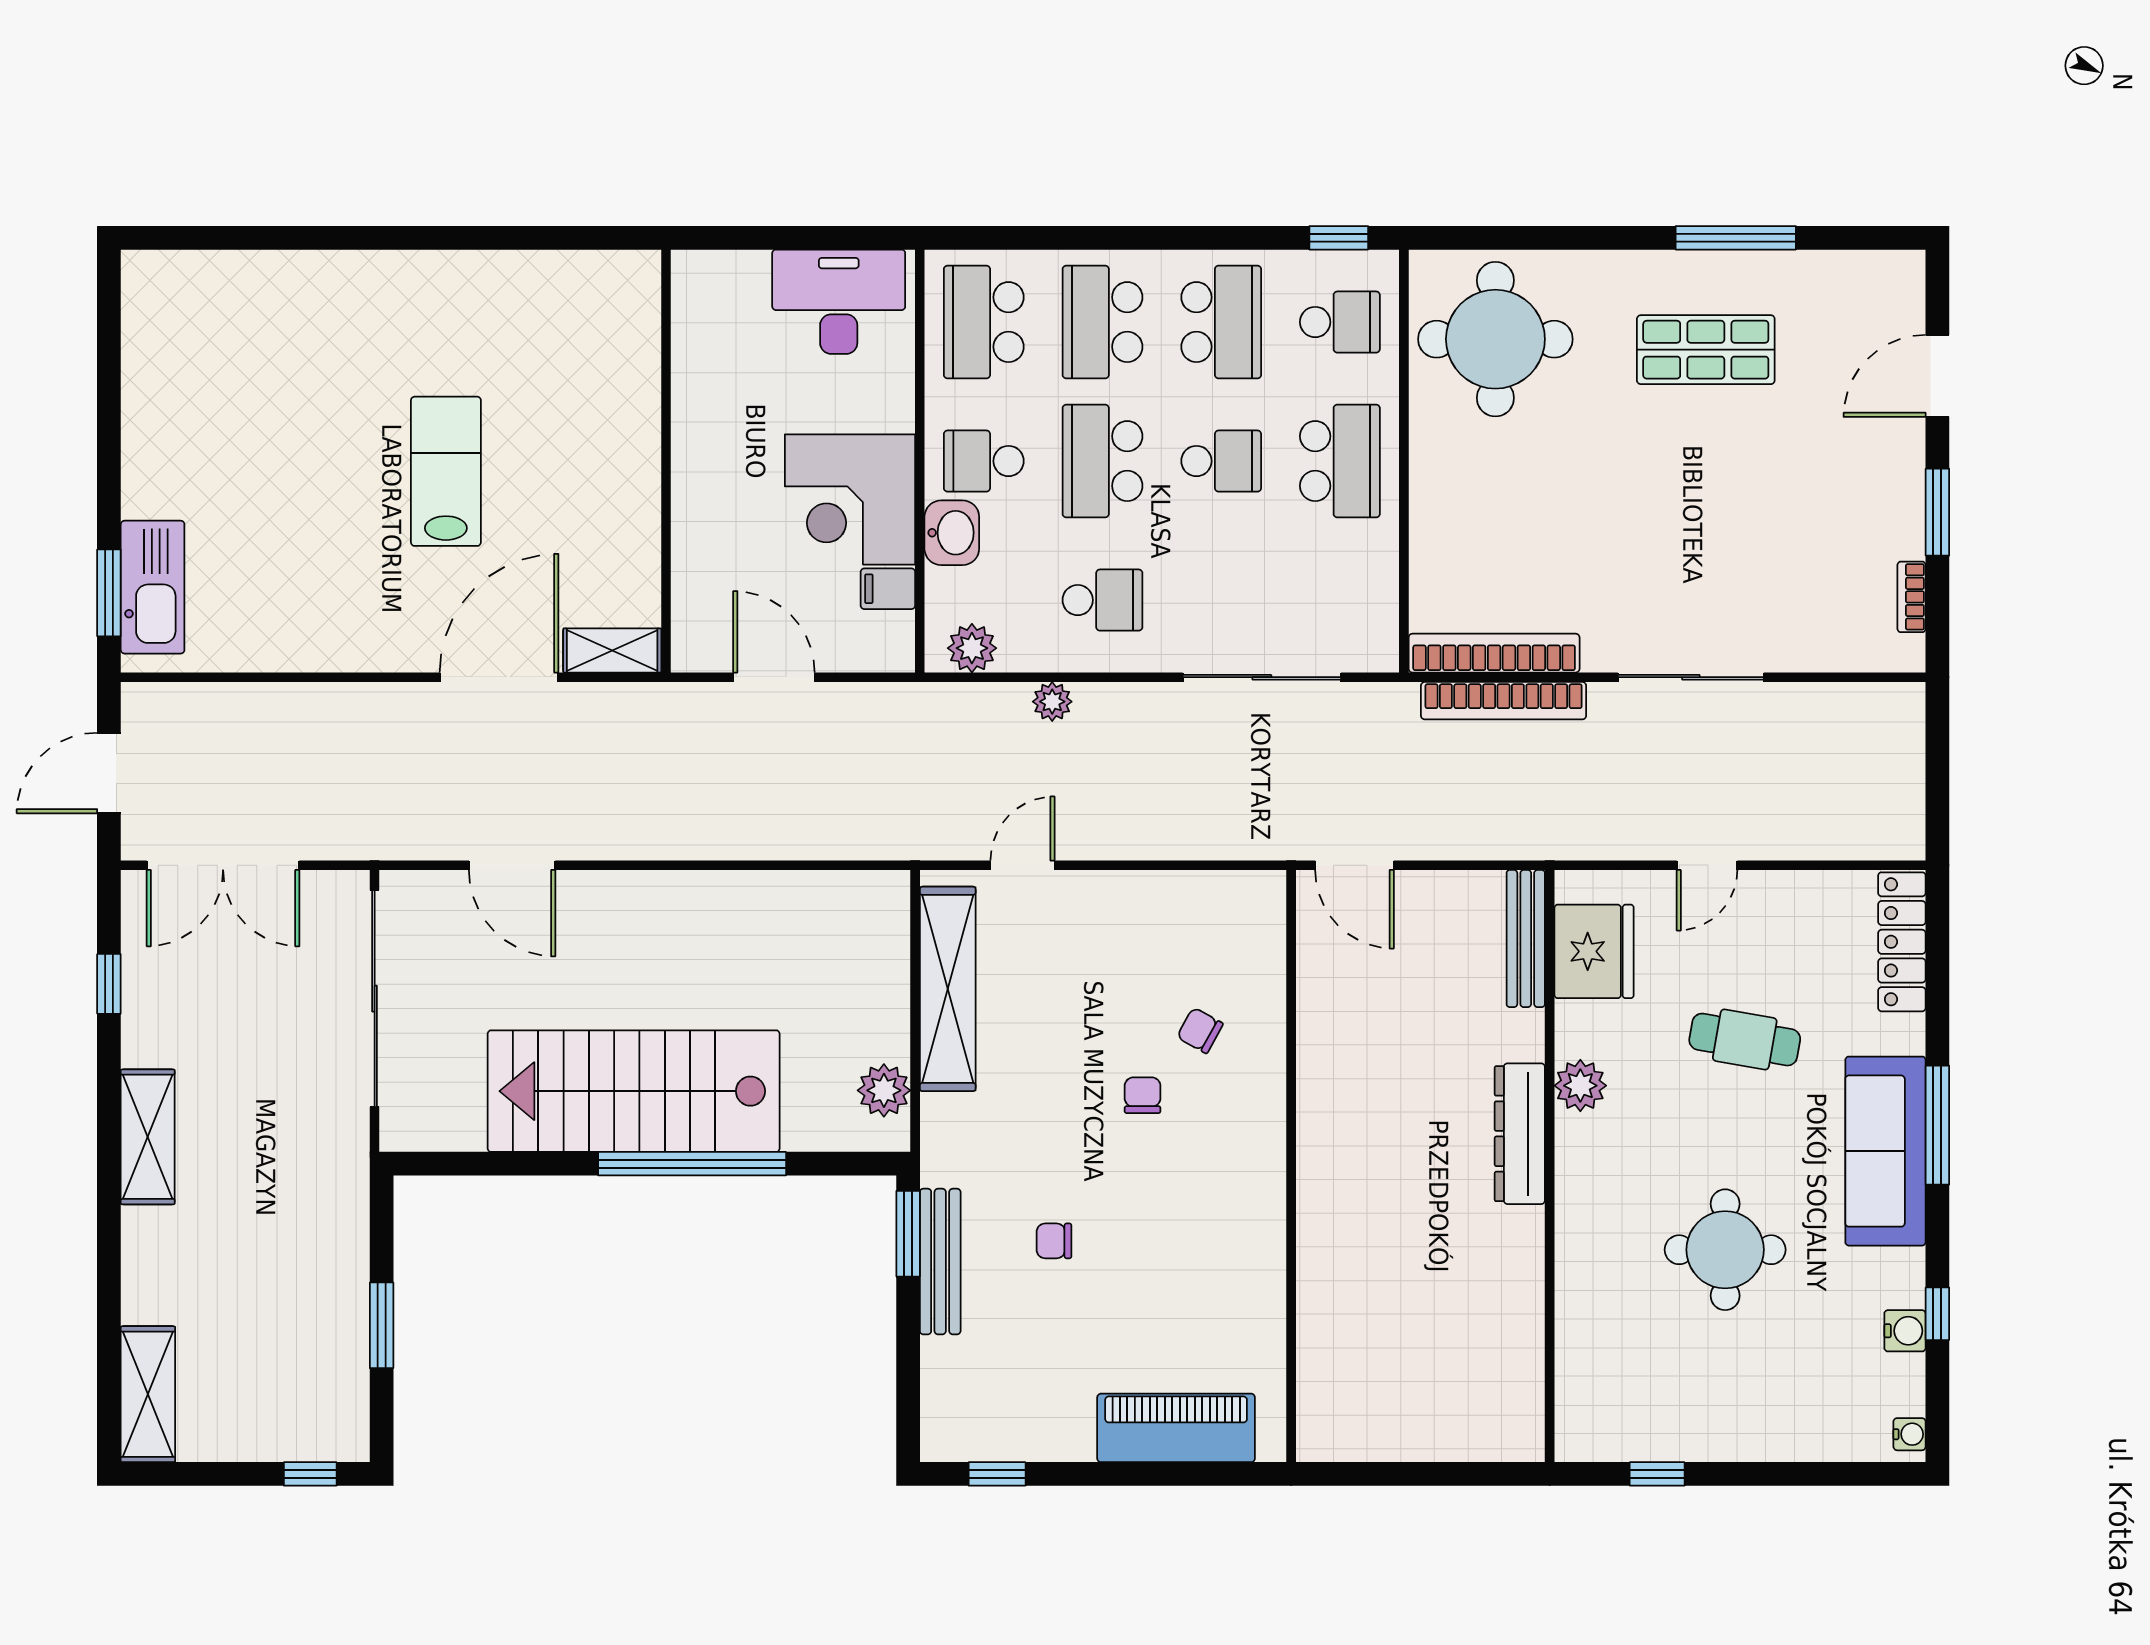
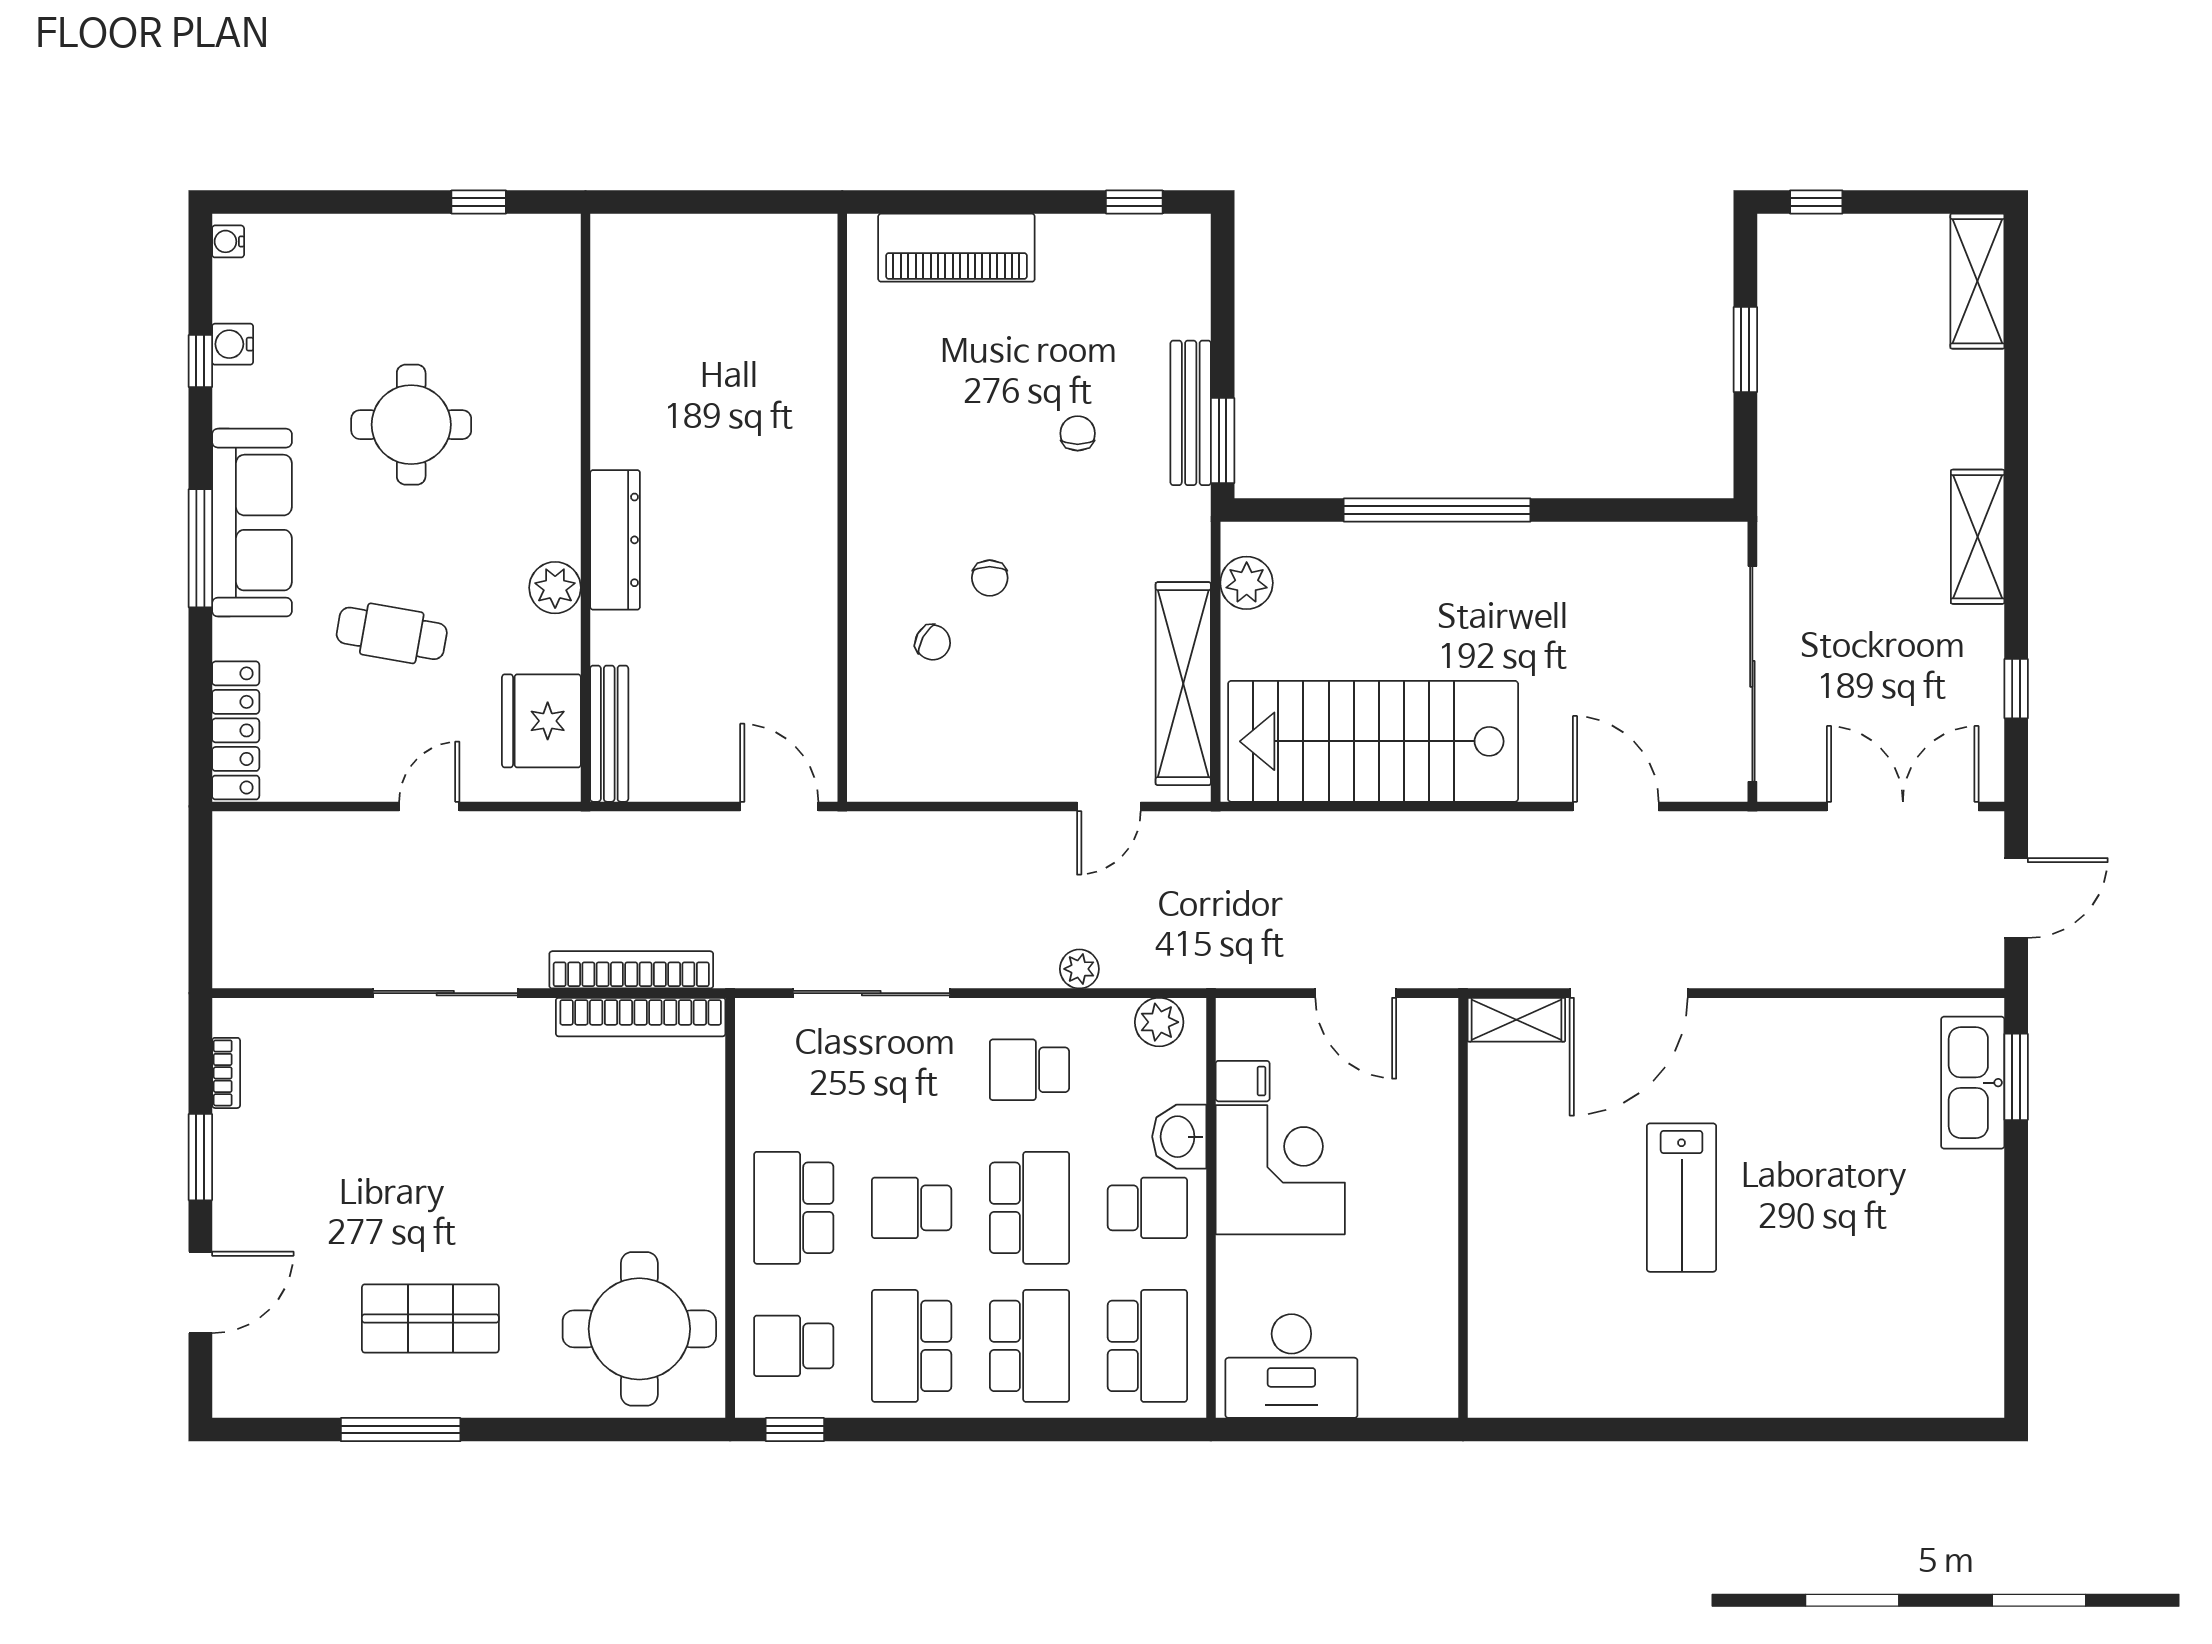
stairs: (634, 1091) -> (1373, 741), moved, turned 180
chair: (1054, 1241) -> (1078, 433), turned -90

